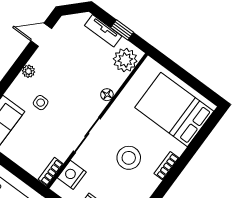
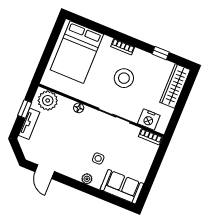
plant: (28, 71) -> (87, 179), moved

